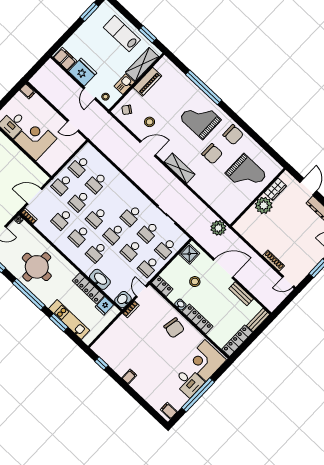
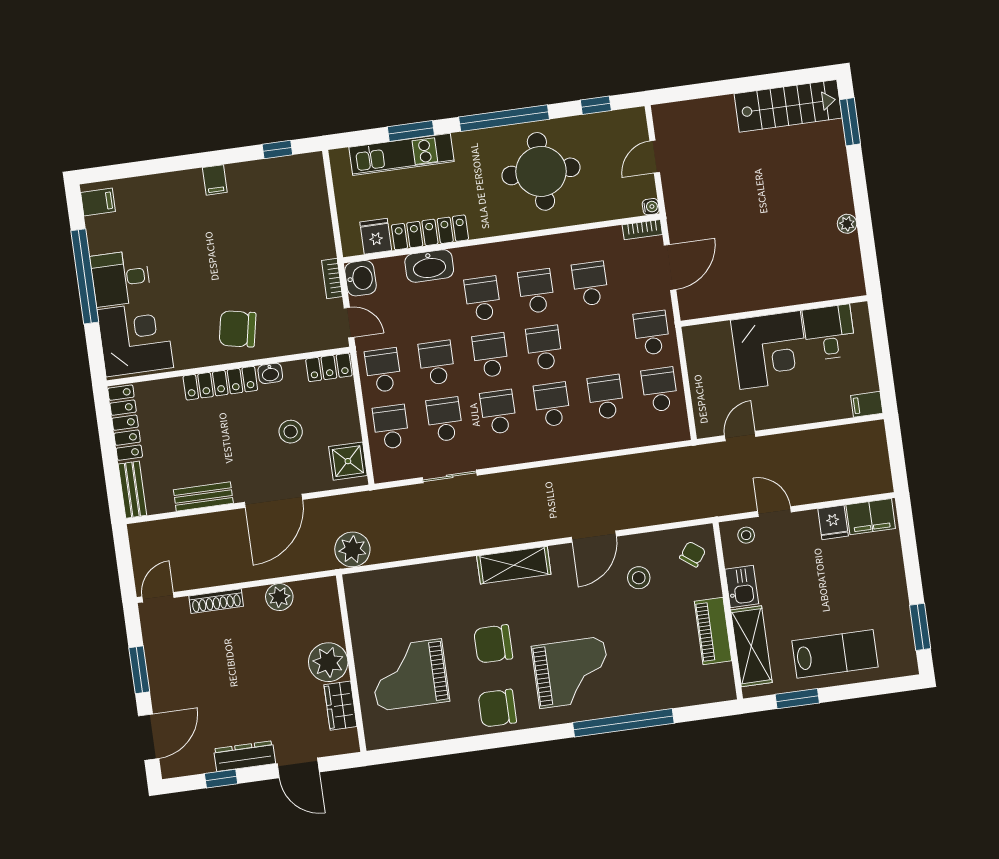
fridge: (83, 72) -> (833, 522), width x0.53, depth x0.75
school desk: (79, 201) -> (552, 405), moved
plant: (255, 240) -> (279, 597), added

